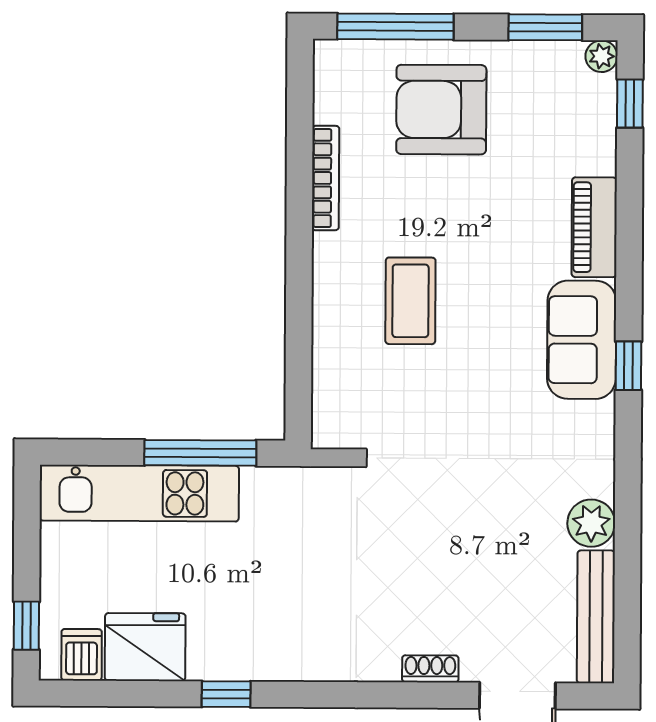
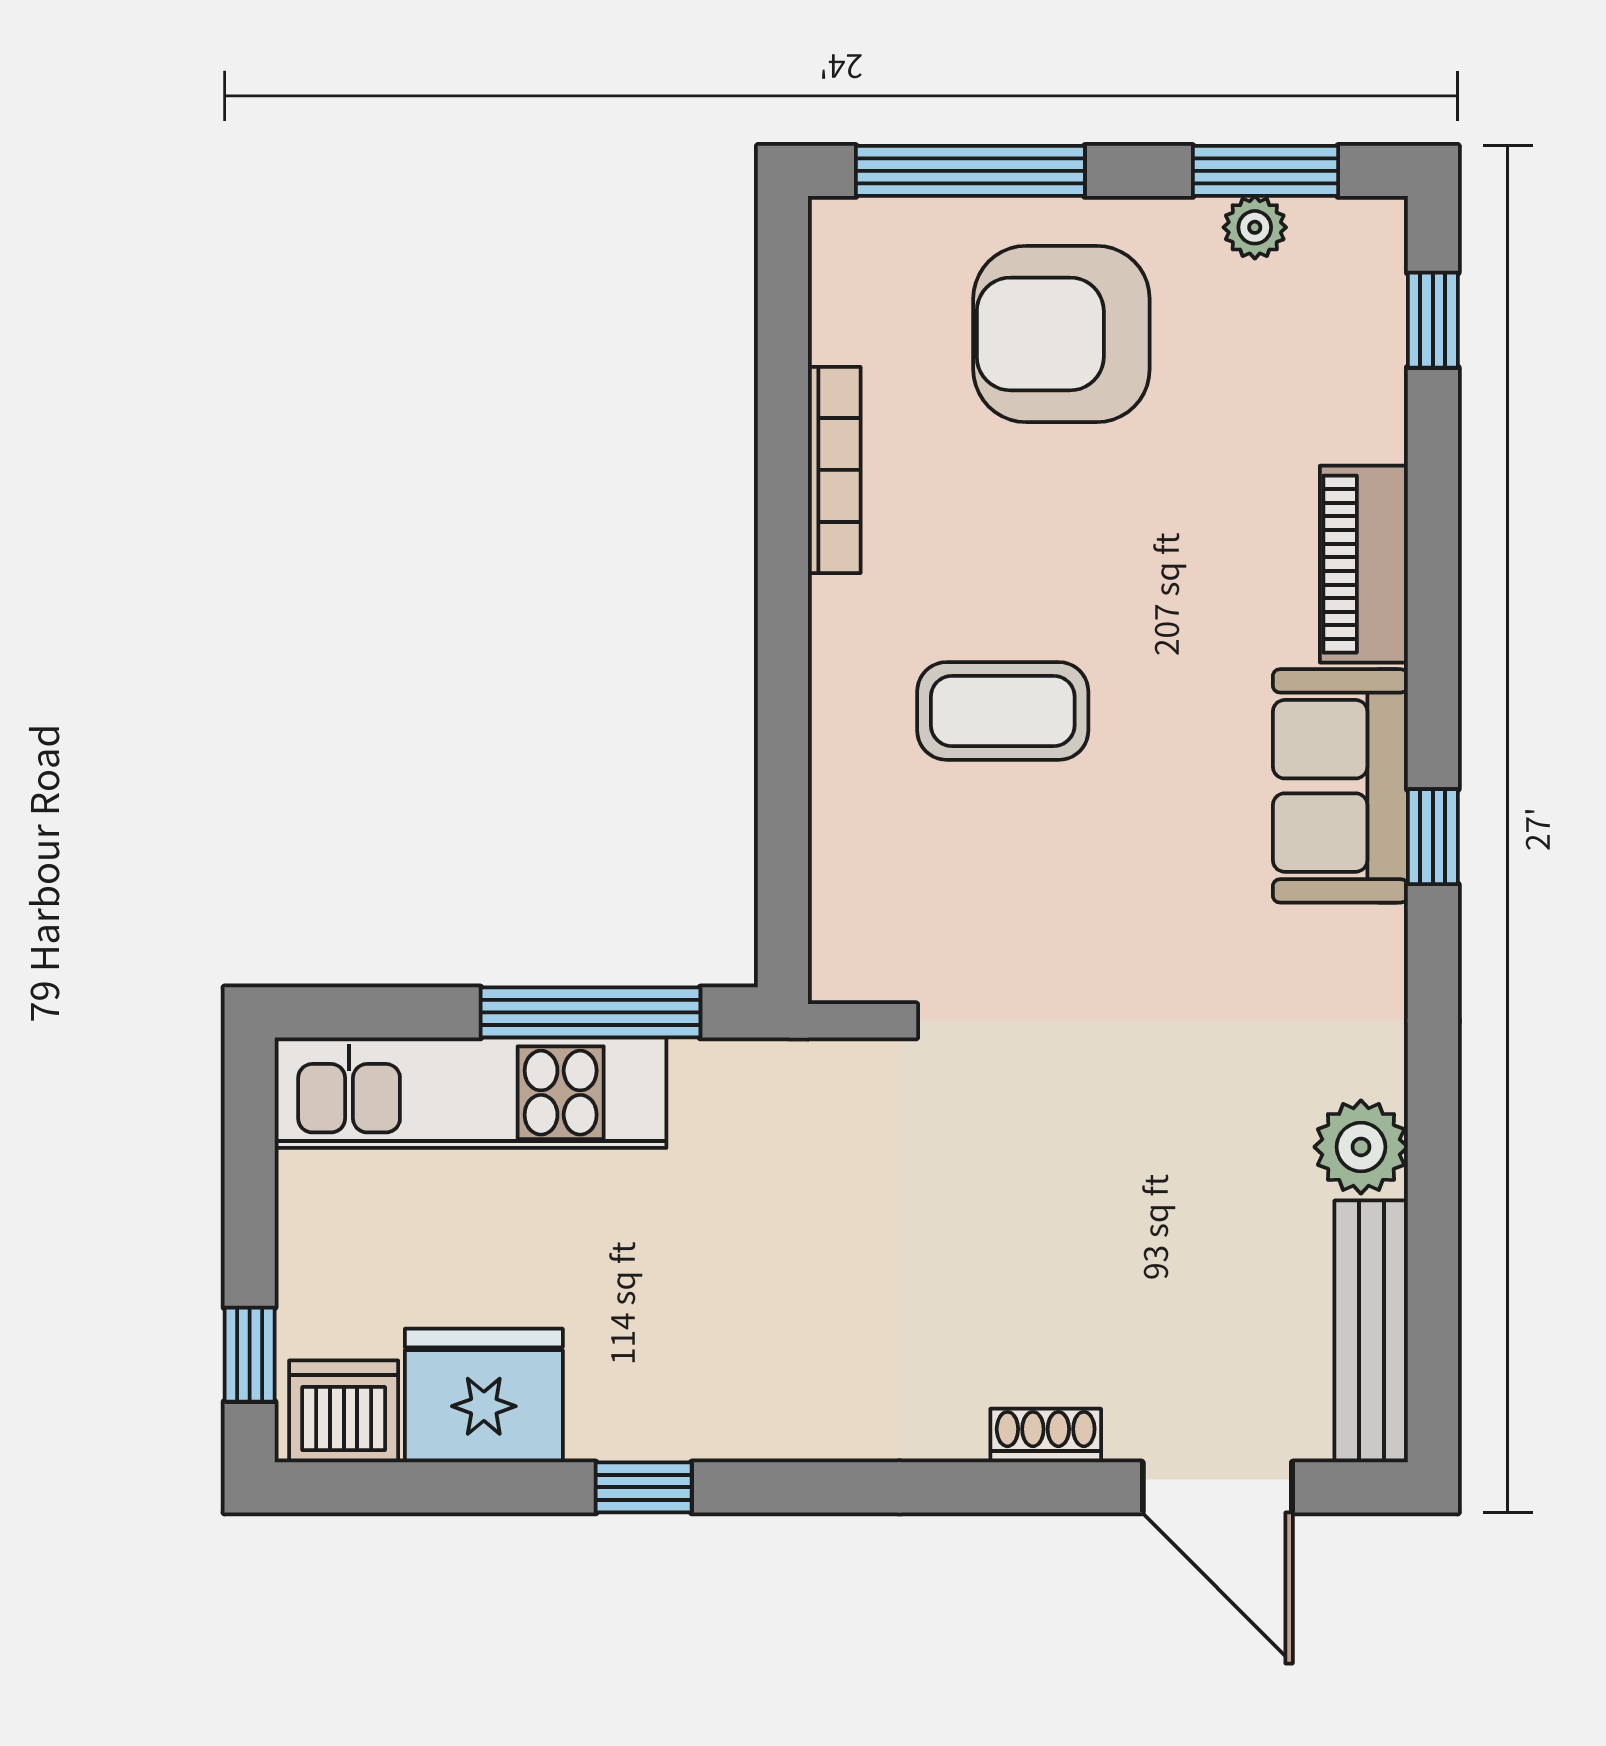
plant: (601, 56) -> (1255, 227), moved
coffee table: (410, 301) -> (1003, 711), turned 90
dishwasher: (82, 655) -> (344, 1411), width x1.38

